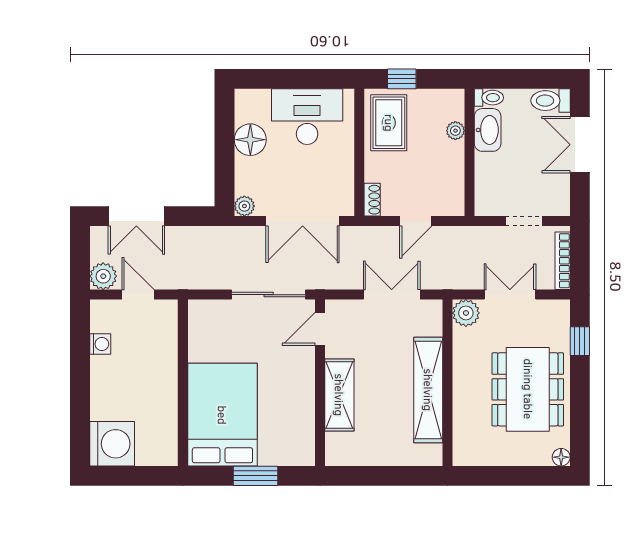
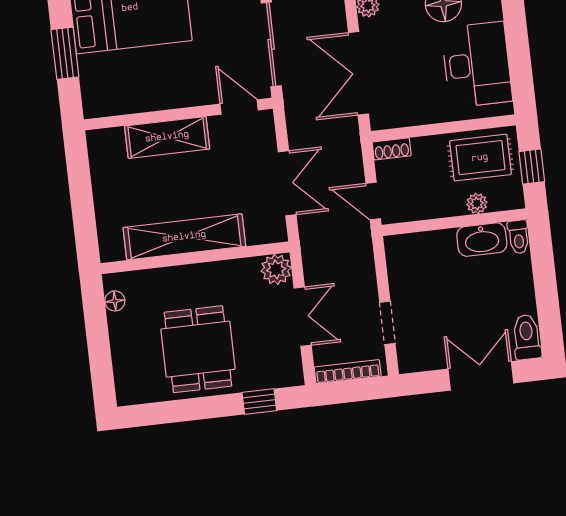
toilet: (489, 98) -> (519, 237), moved
washbasin: (488, 130) -> (482, 240), moved
plant: (455, 131) -> (477, 203), moved
wall: (470, 152) -> (454, 222), moved
dining table: (528, 389) -> (198, 349), width x0.73
floor lamp: (561, 457) -> (115, 301), moved

